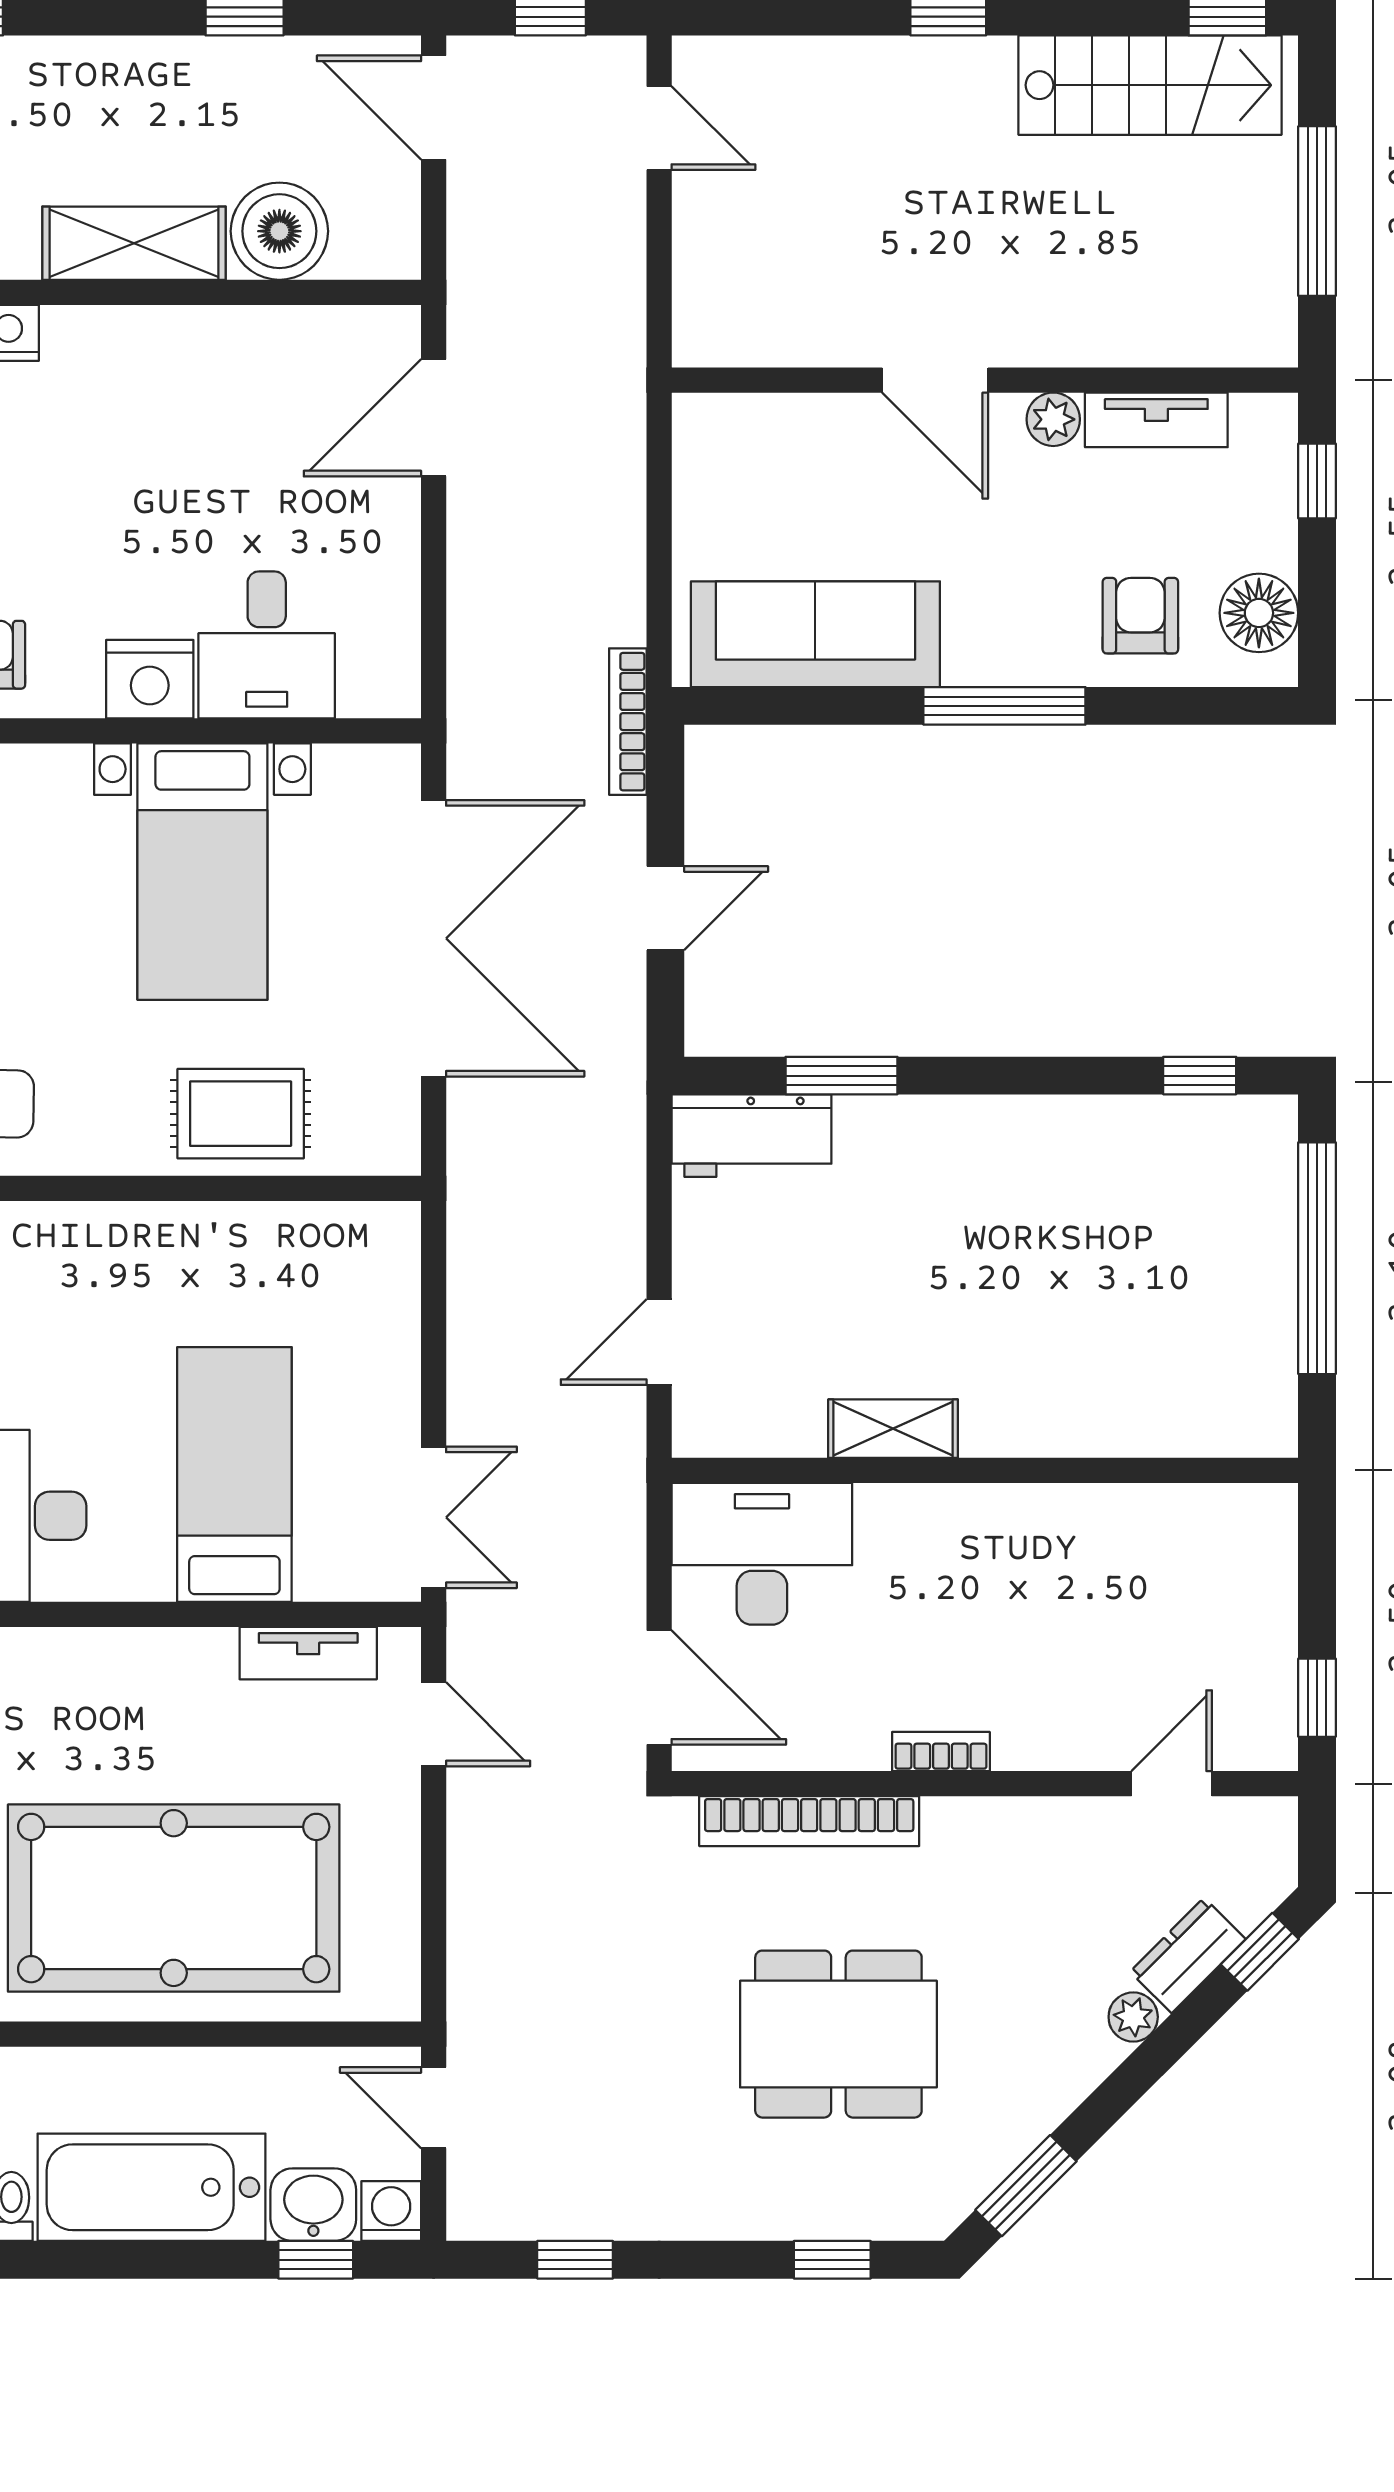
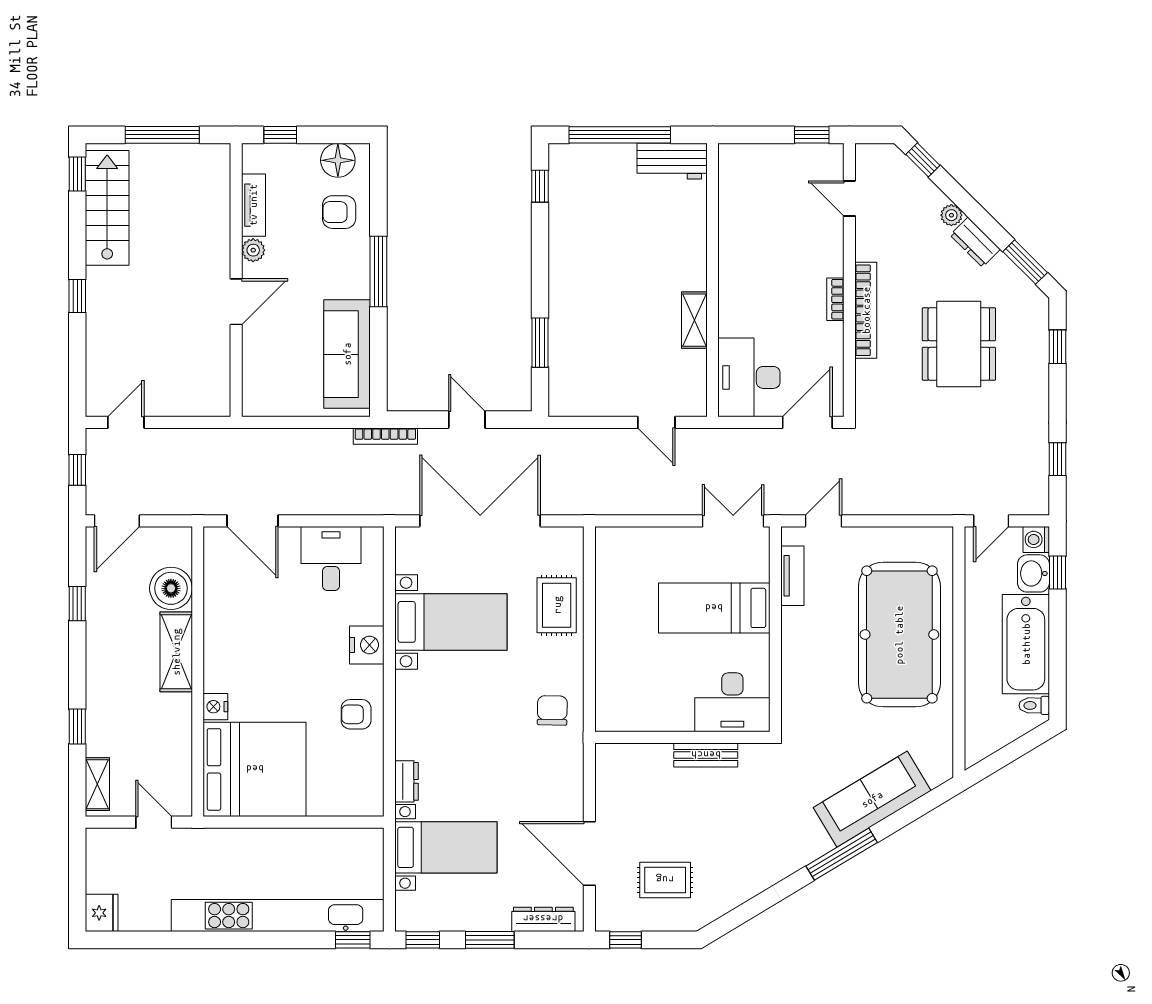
desk: (267, 645) -> (331, 559), moved, turned -90
workbench: (752, 1136) -> (672, 161), moved, turned 90
bookcase: (809, 1821) -> (866, 310), moved
dresser: (1188, 1955) -> (975, 242), moved

